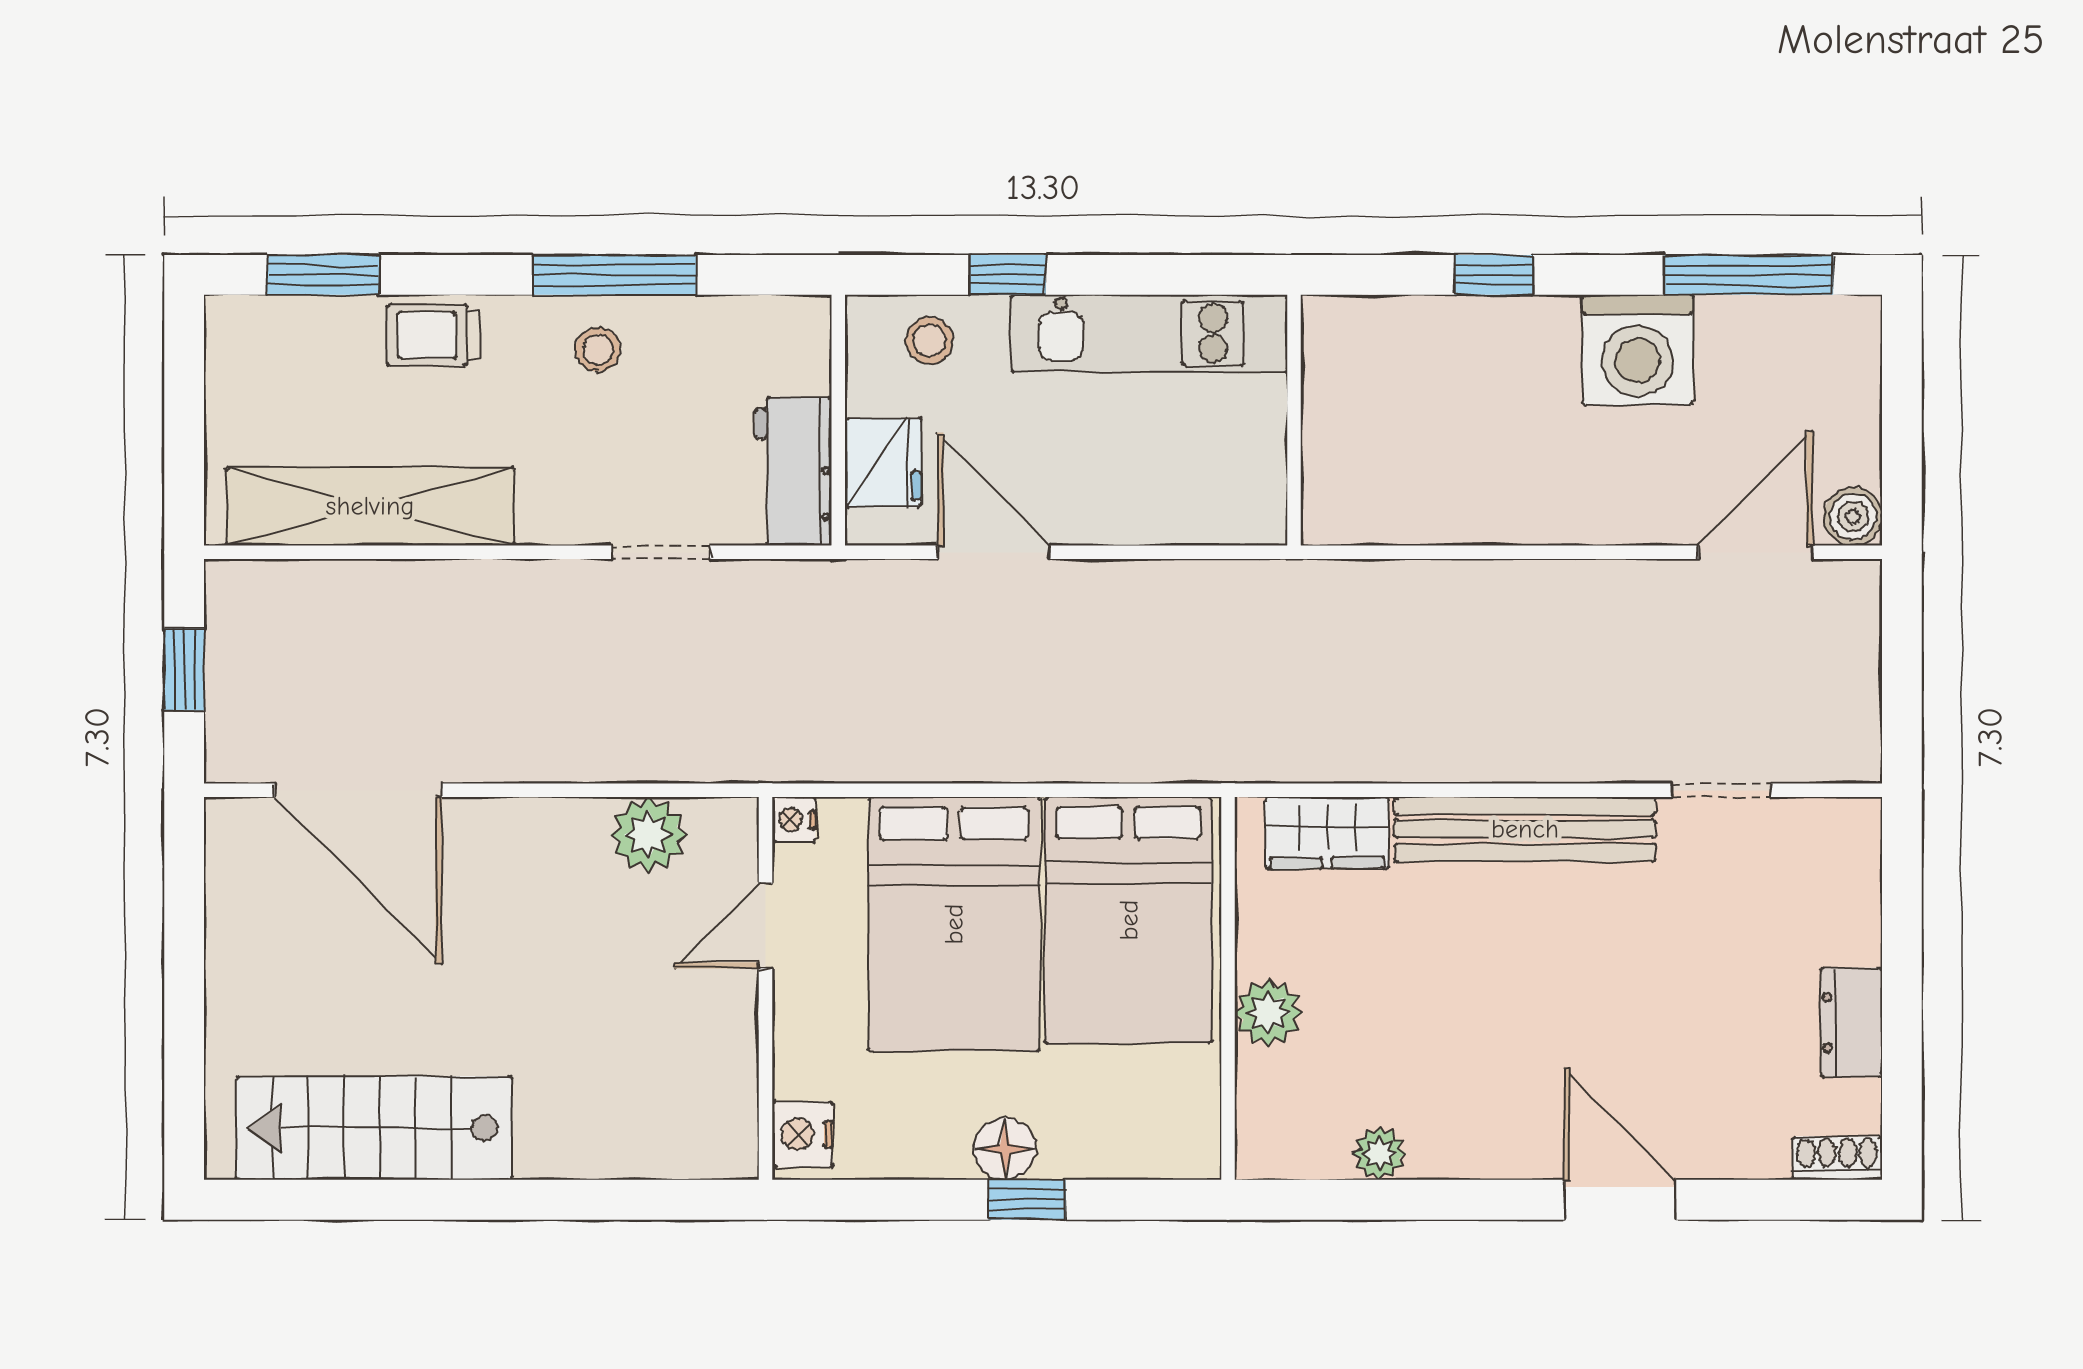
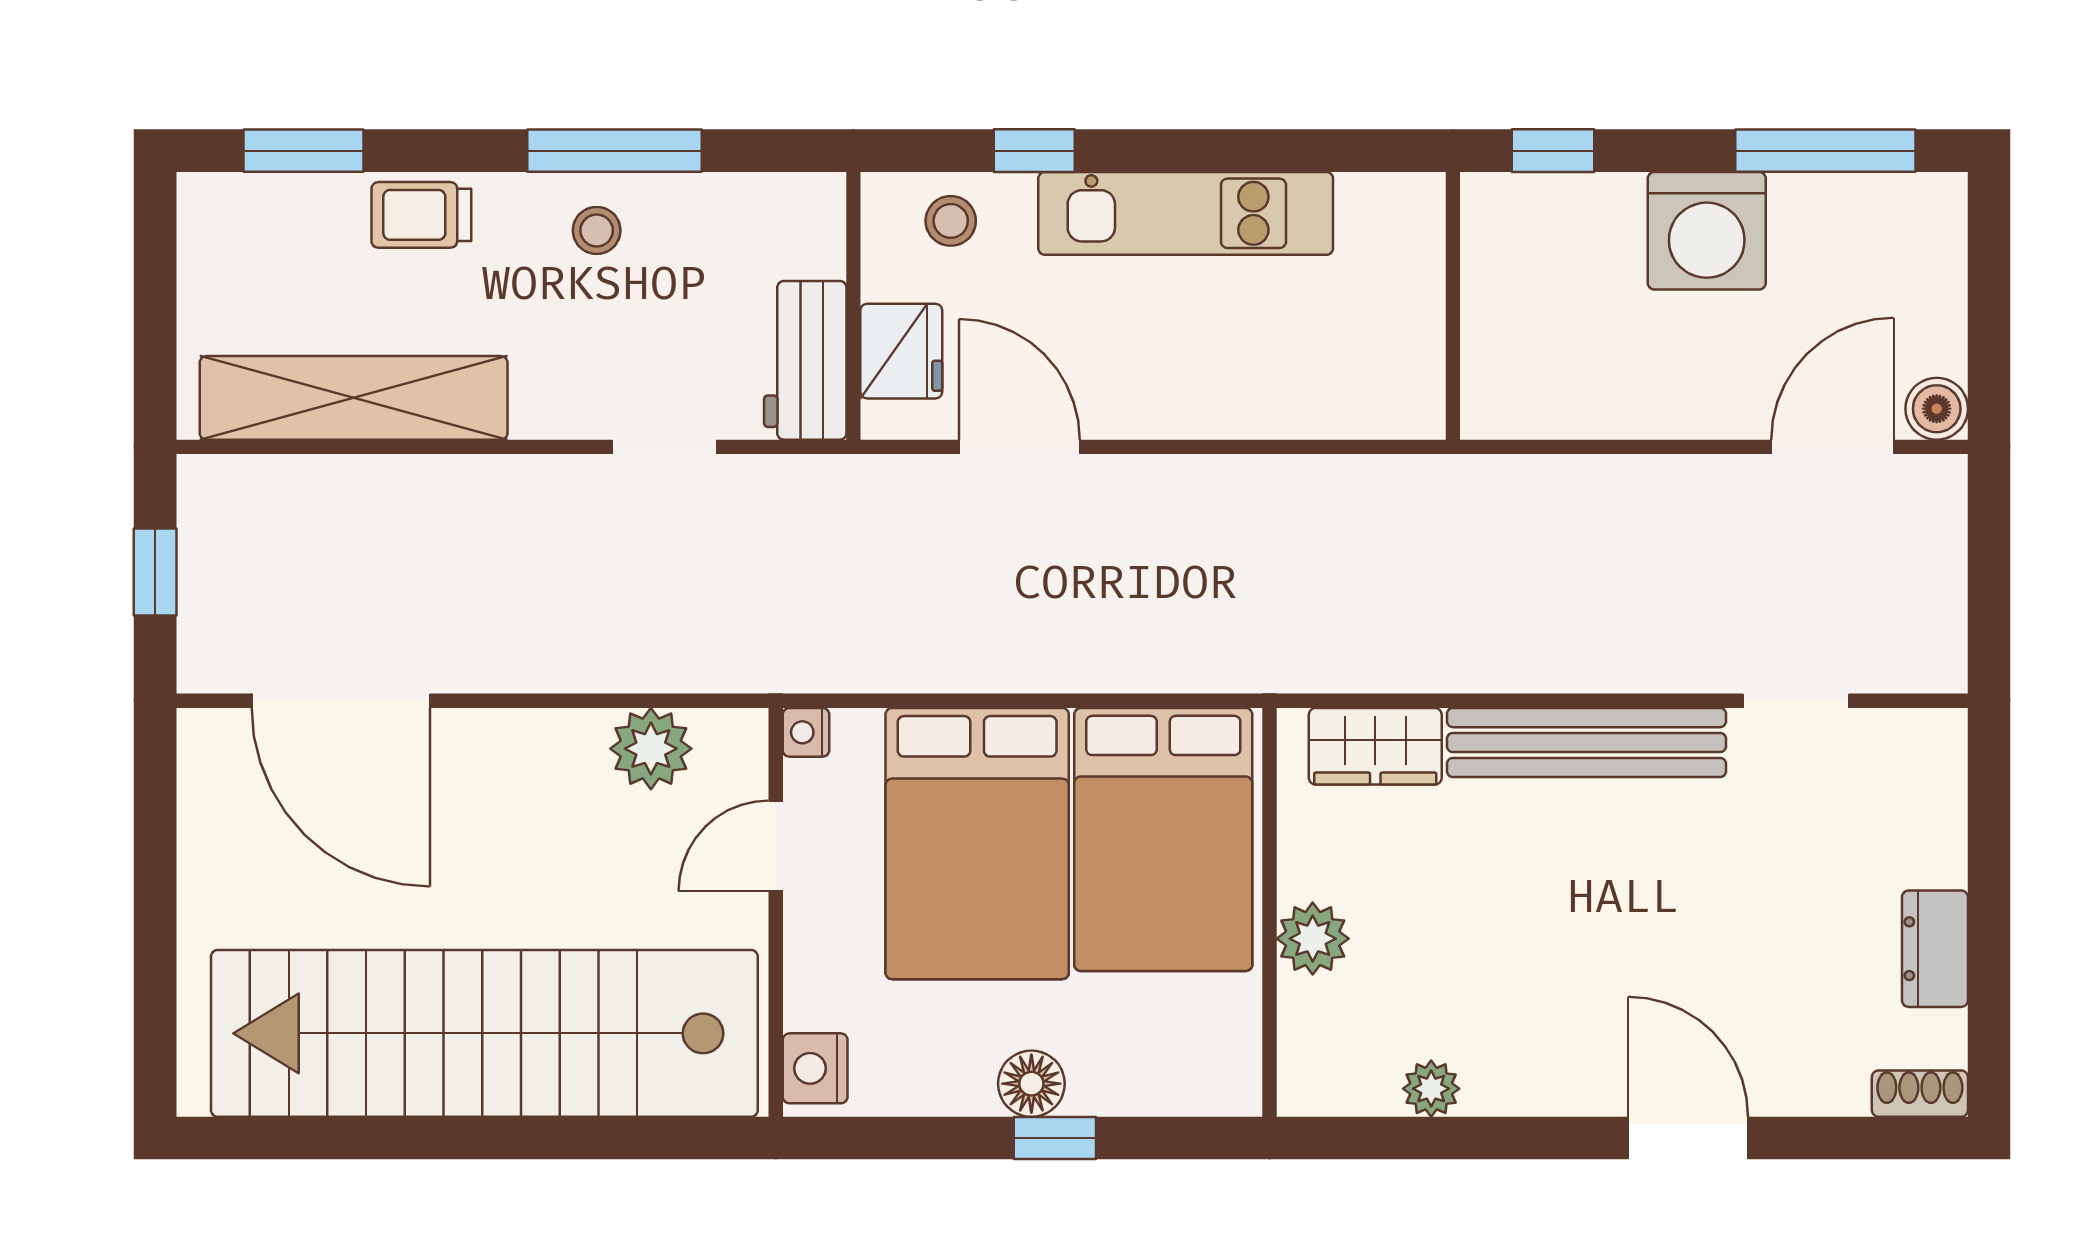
wall: (1294, 420) -> (1453, 306), moved
stairs: (374, 1128) -> (484, 1033), width x1.86, depth x1.51

